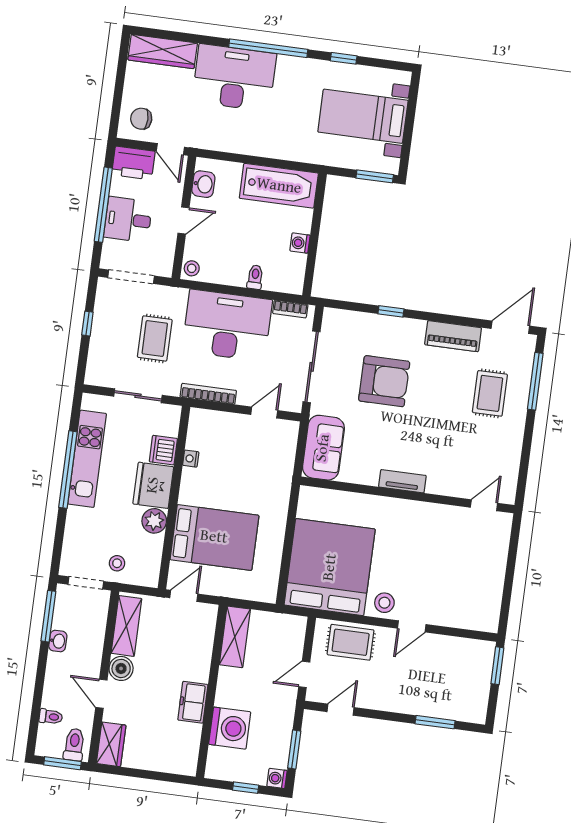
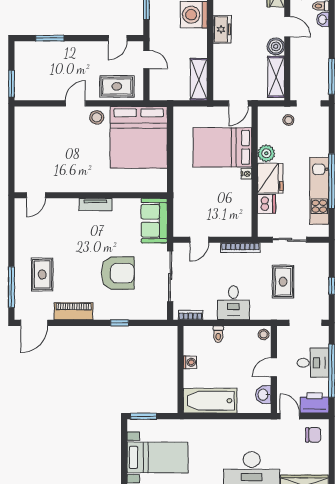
desk: (227, 325) -> (233, 303), width x0.53, depth x0.77
armchair: (384, 381) -> (118, 273), turned 180
nightstand: (191, 459) -> (246, 174), moved
washbasin: (58, 641) -> (323, 19), moved
door: (304, 674) -> (146, 59), hinge flipped

